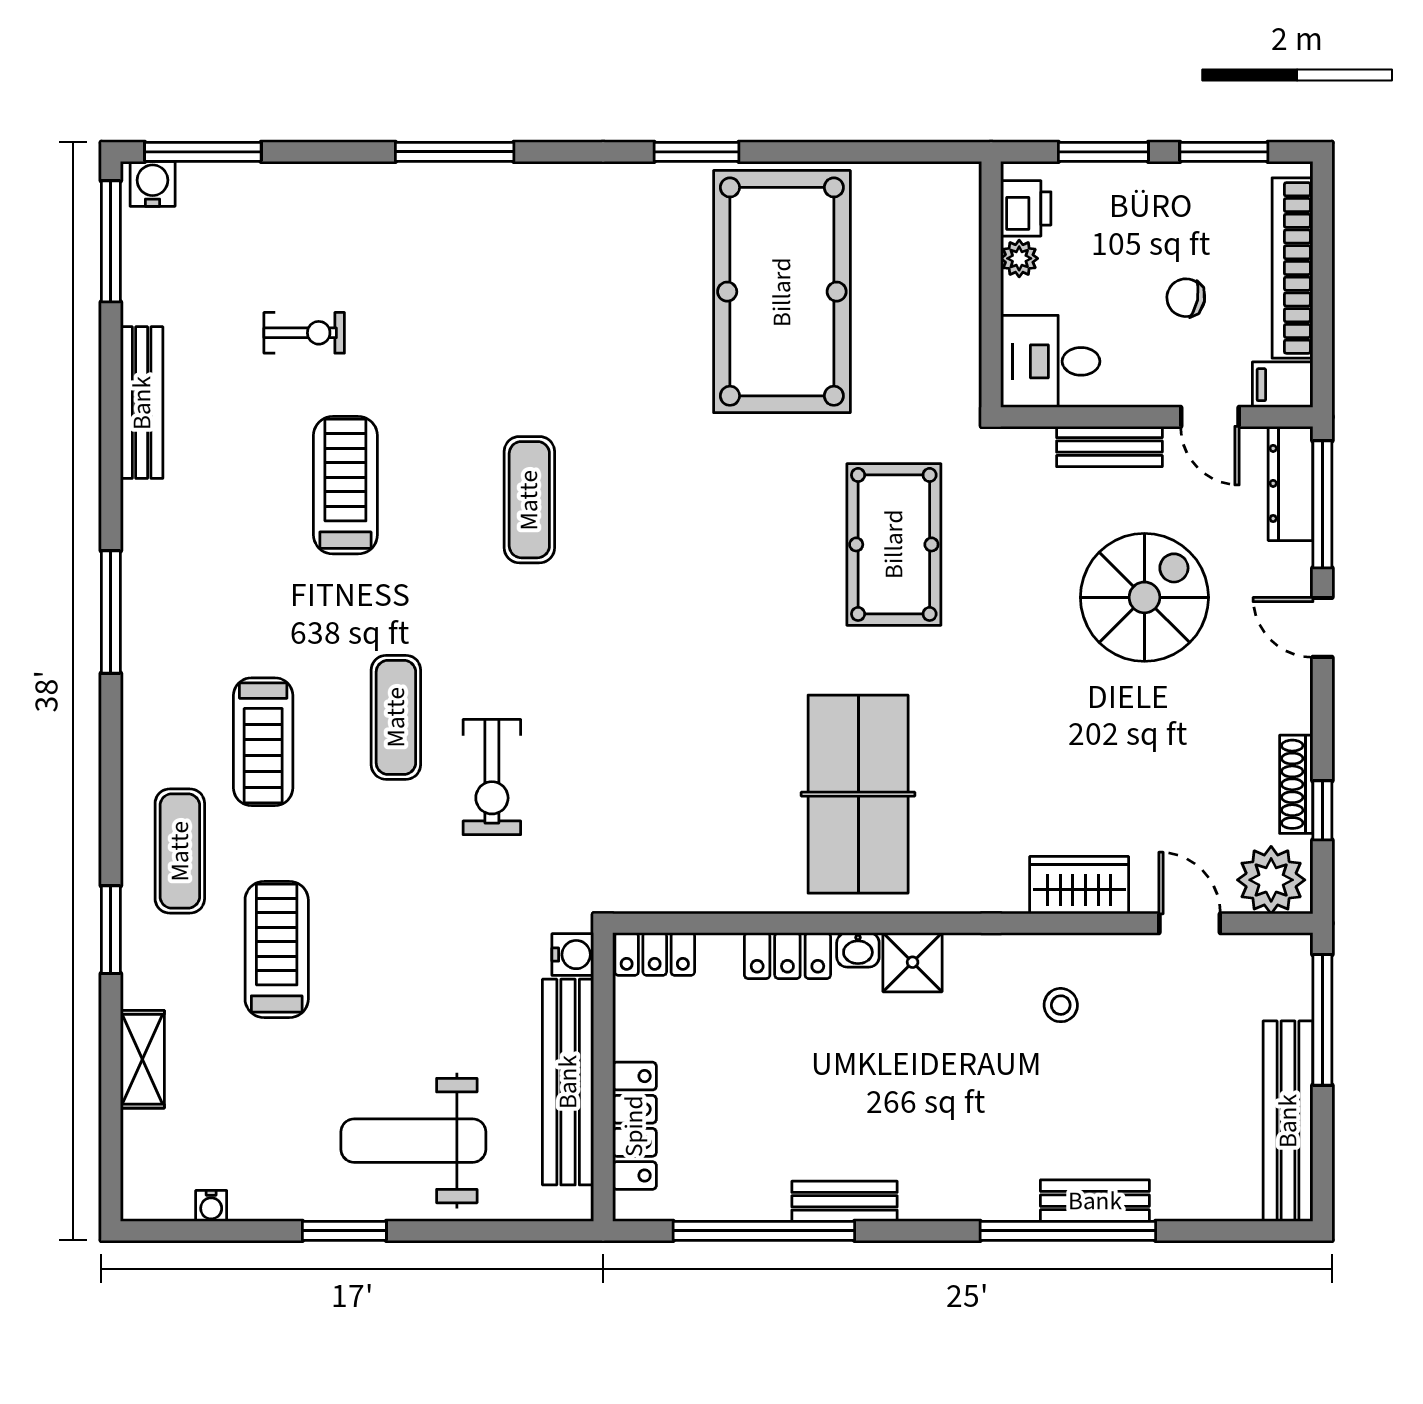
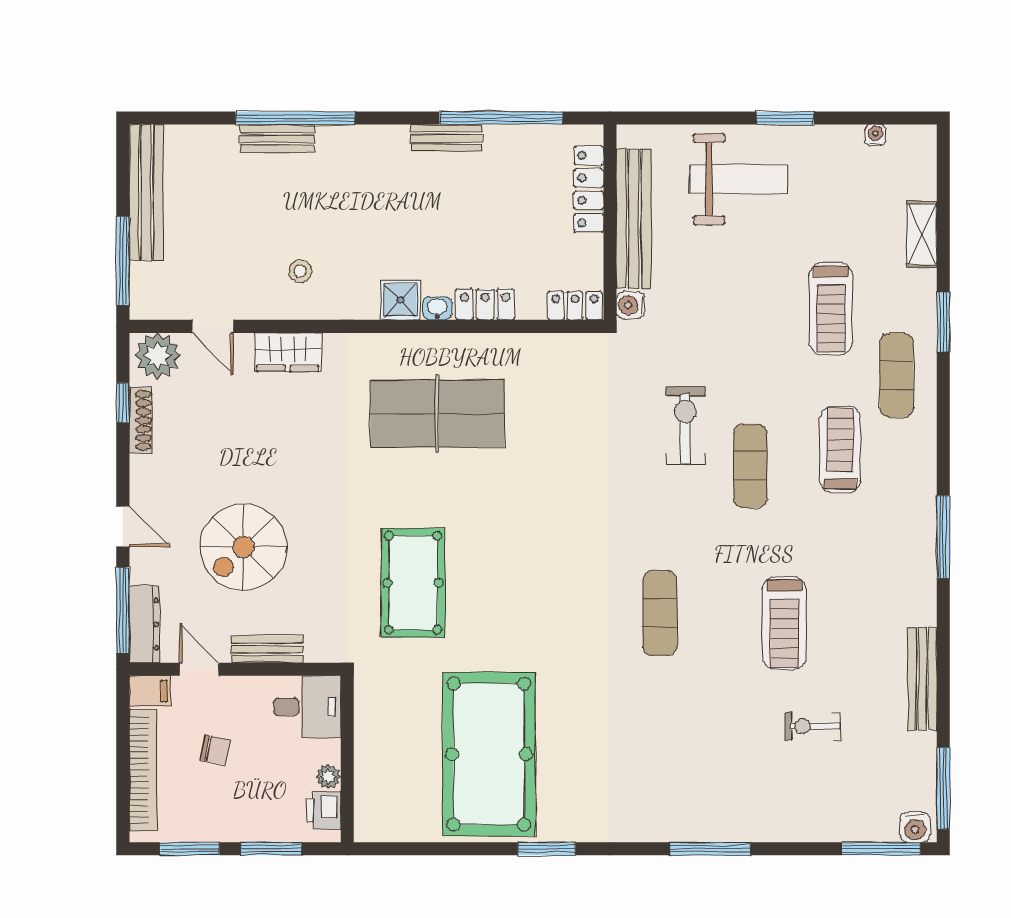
table tennis table: (858, 794) -> (437, 414), turned 90

